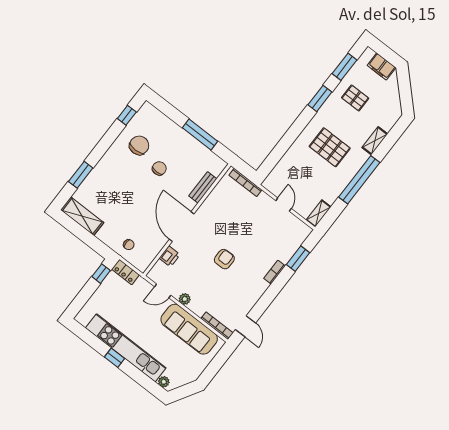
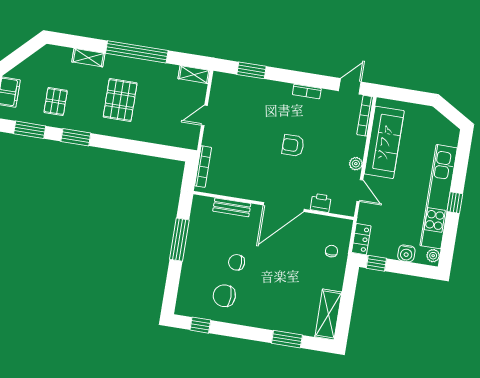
bookcase: (275, 272) -> (307, 91), moved
water cooler: (96, 300) -> (406, 253), added
plant: (164, 382) -> (433, 256), moved

